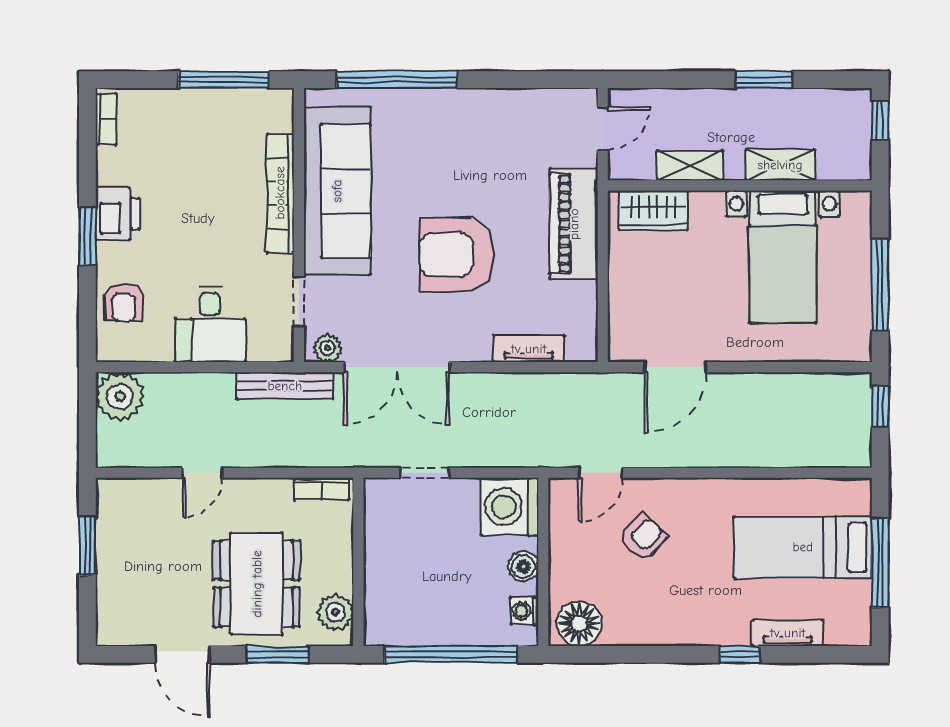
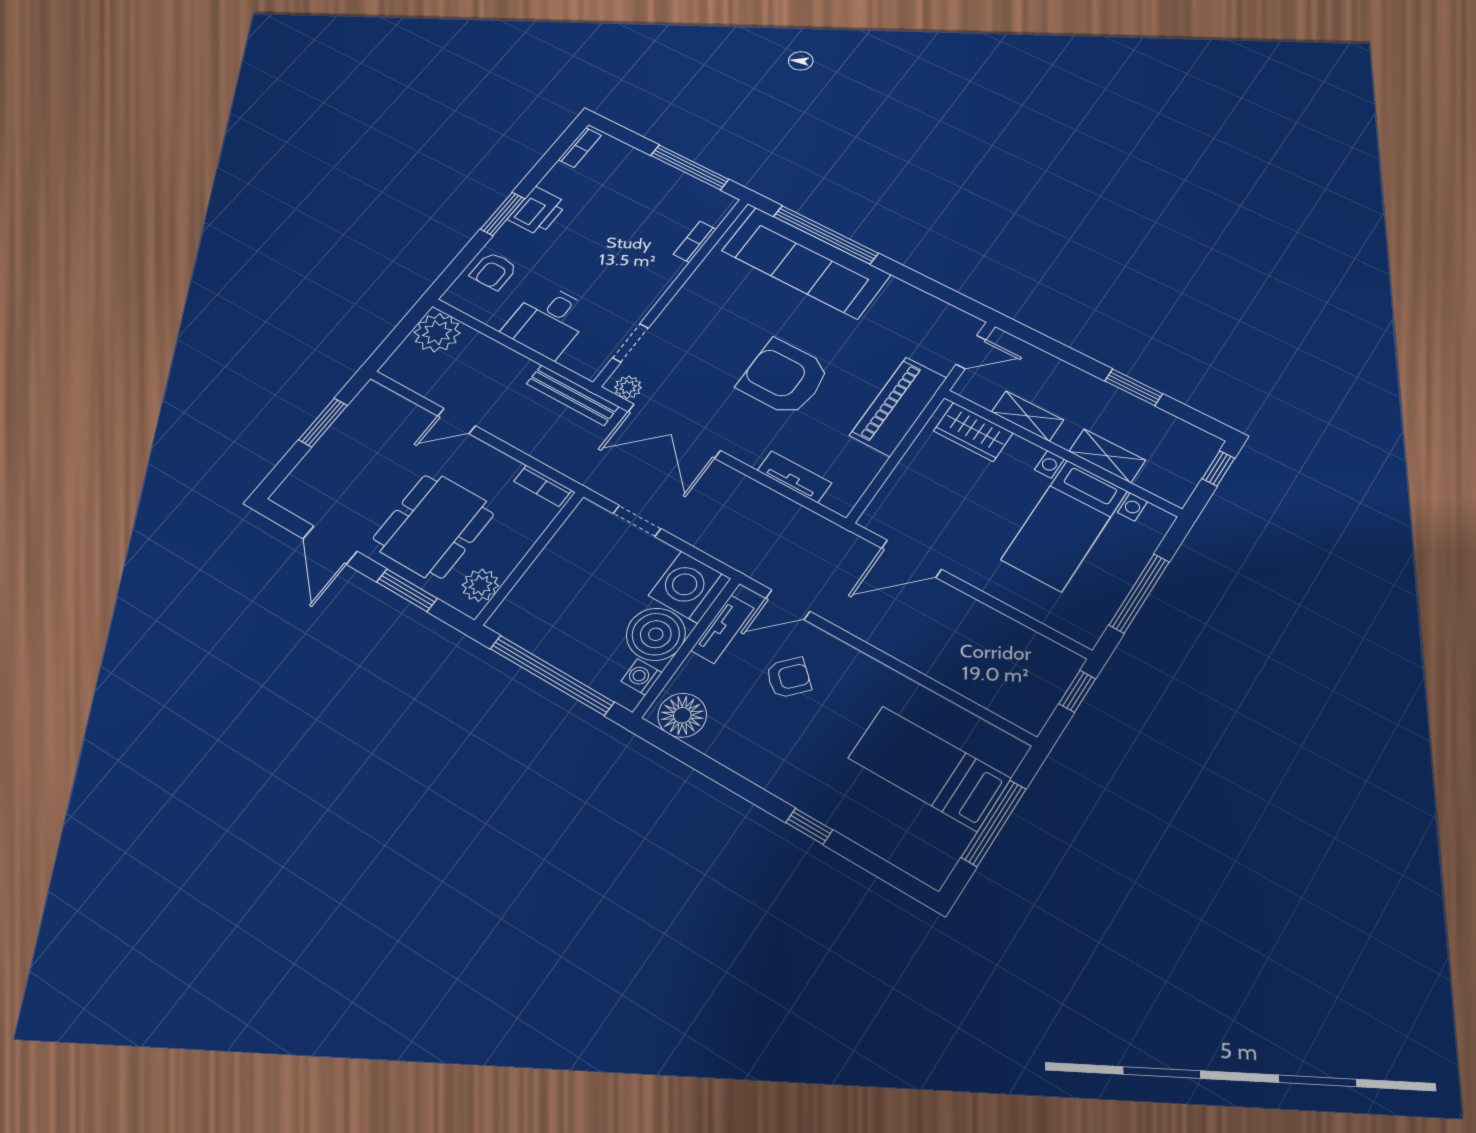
sofa: (337, 191) -> (806, 263), moved, turned 90
bookcase: (280, 193) -> (695, 242), width x0.43, depth x0.76
boiler: (523, 566) -> (656, 634), width x1.86, depth x1.86
tv unit: (788, 633) -> (723, 629), moved, turned 90

